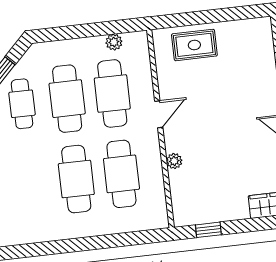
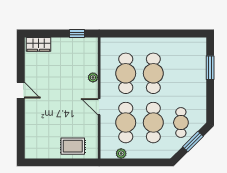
door: (159, 114) -> (99, 107), hinge flipped

